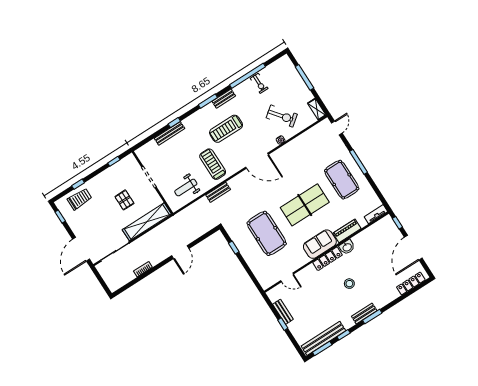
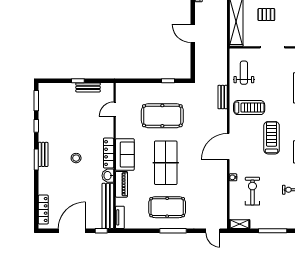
exercise bike: (282, 116) -> (252, 191), turned 128
door: (413, 248) -> (72, 231), hinge flipped
bench: (323, 338) -> (108, 206), moved

